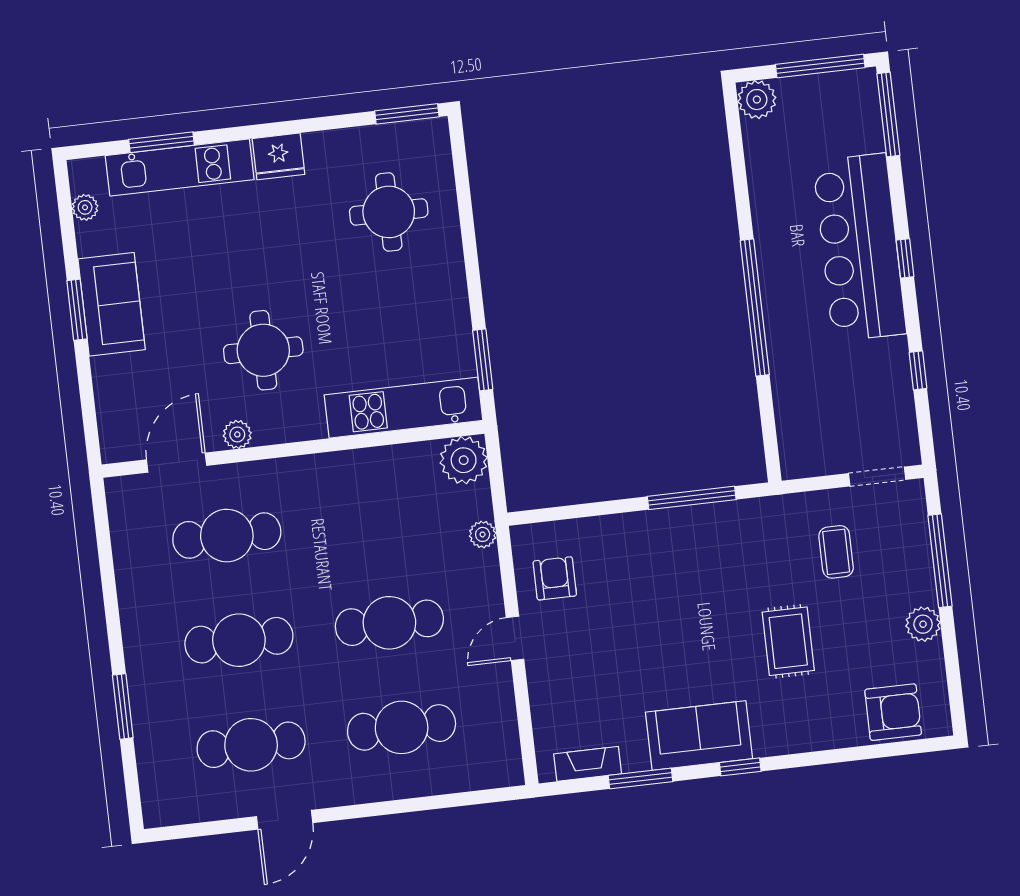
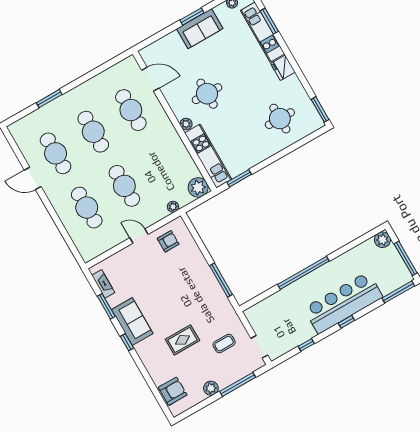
plant: (237, 434) -> (186, 124), moved
armchair: (893, 712) -> (173, 391), turned -90

